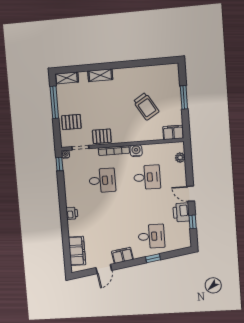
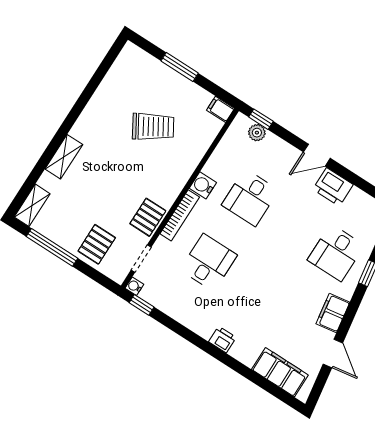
filing cabinet: (173, 132) -> (221, 109), width x0.50
desk: (147, 177) -> (250, 198), turned 180
window: (193, 222) -> (261, 119), moved
desk: (151, 236) -> (336, 253), turned 180

